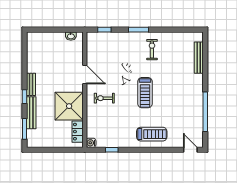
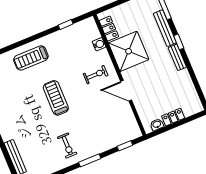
locker: (55, 37) -> (173, 117), added
water cooler: (91, 143) -> (99, 44), moved

